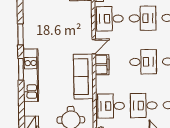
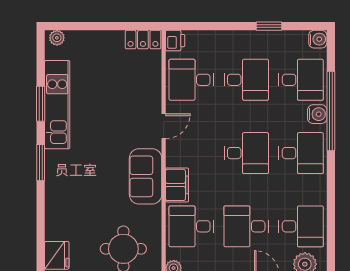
filing cabinet: (102, 65) -> (177, 185), moved
kitchen unit: (31, 75) -> (57, 105), moved
sofa: (83, 77) -> (146, 176), width x0.73

